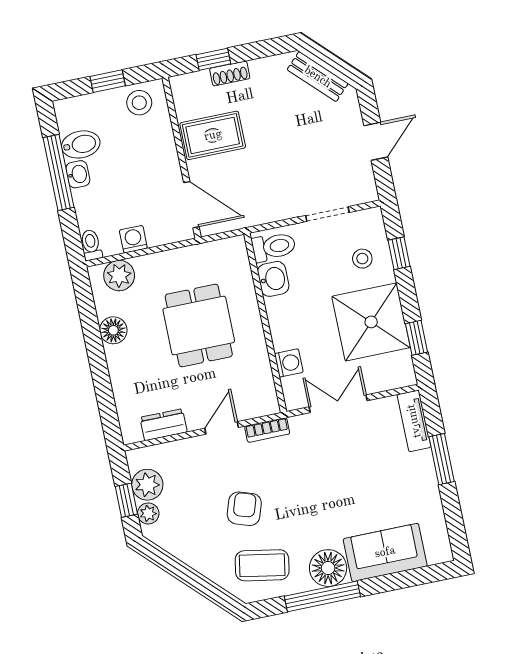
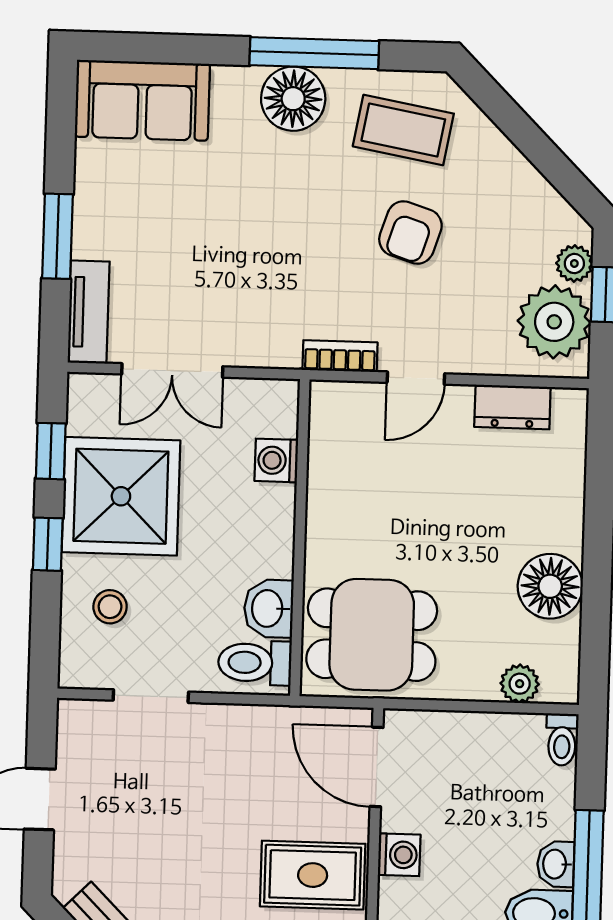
washing machine: (133, 239) -> (399, 855), moved, turned -90
window: (399, 253) -> (48, 544), moved
plant: (119, 276) -> (520, 684), width x0.73, depth x0.73
dining table: (199, 325) -> (372, 635), moved, turned 90
floor lamp: (113, 330) -> (550, 586), width x1.38, depth x1.38
double door: (338, 404) -> (172, 370), moved
plant: (147, 485) -> (554, 322), width x1.36, depth x1.36
sofa: (385, 552) -> (142, 100), moved

